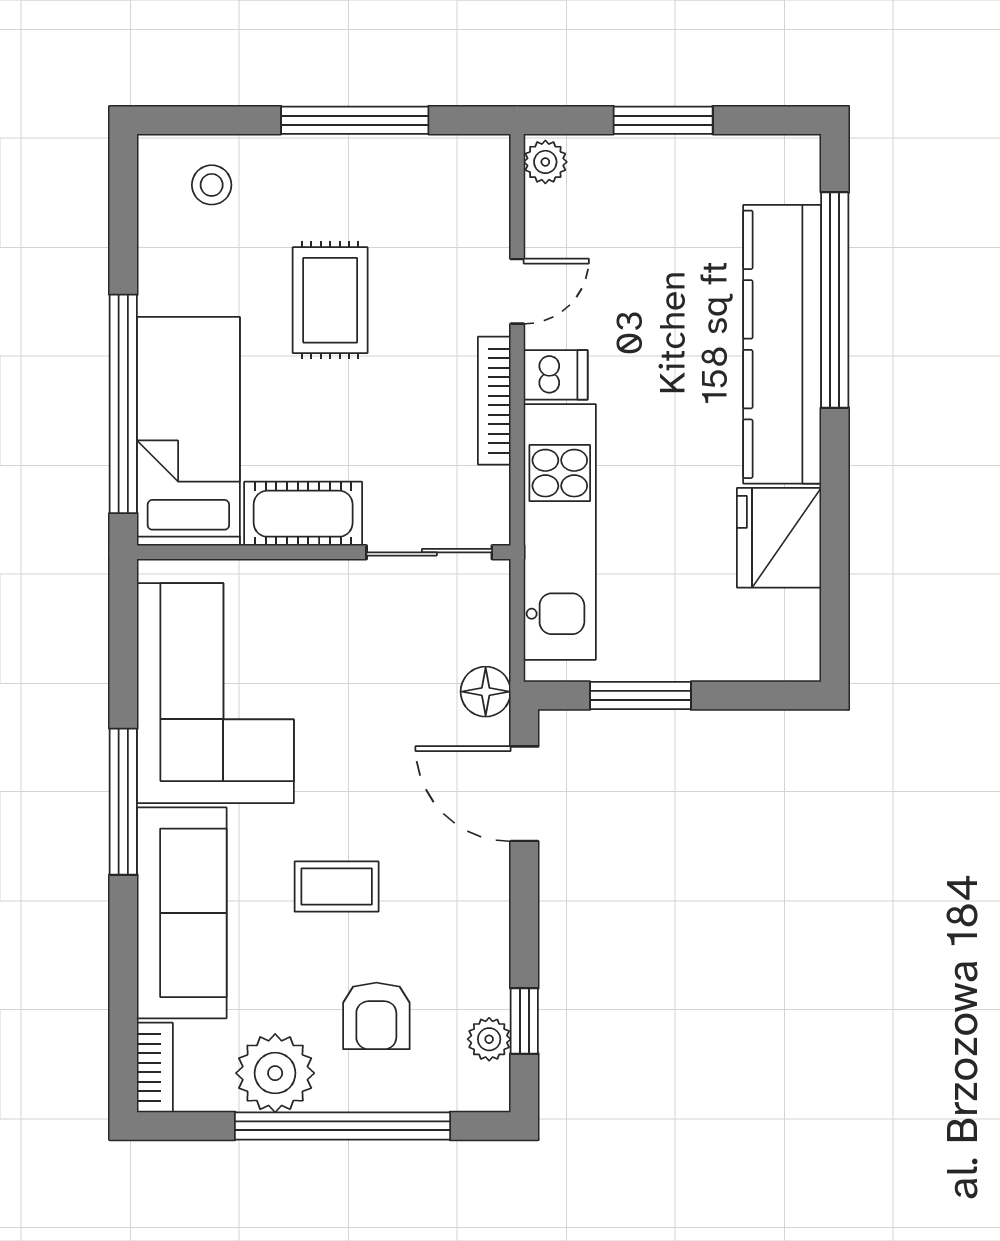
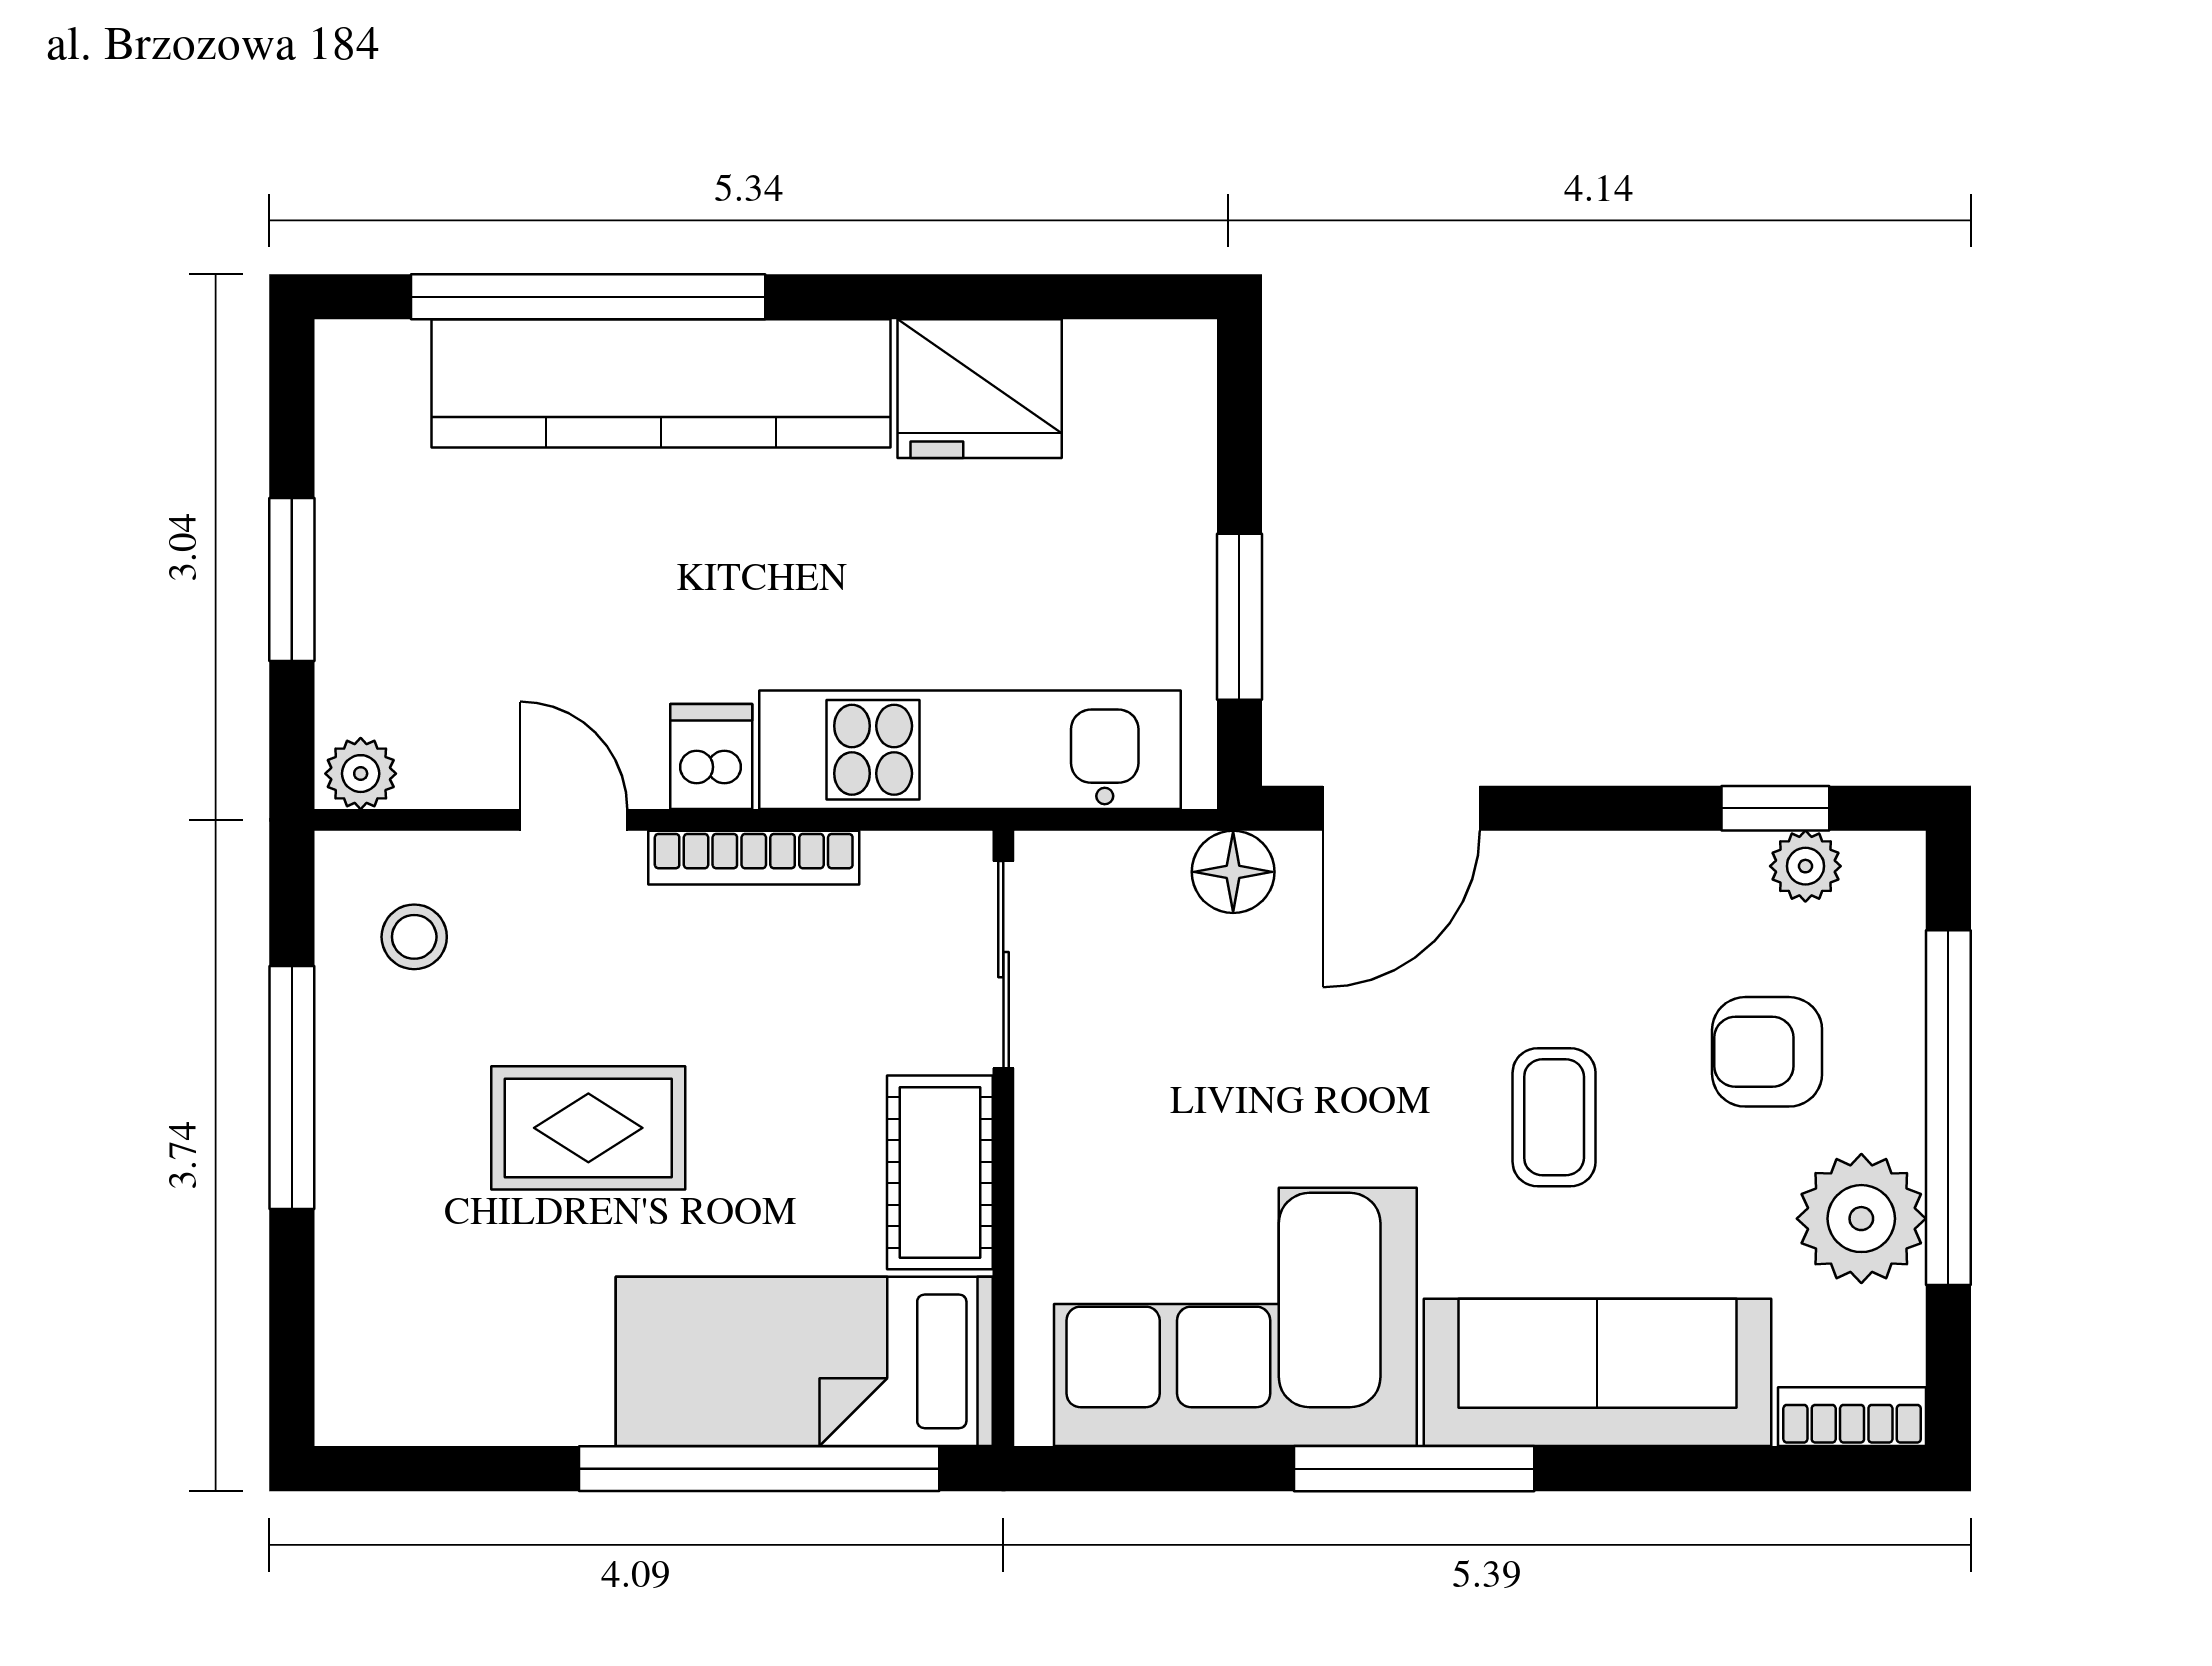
stool: (212, 185) -> (414, 937), moved
armchair: (376, 1016) -> (1767, 1052), turned 180

